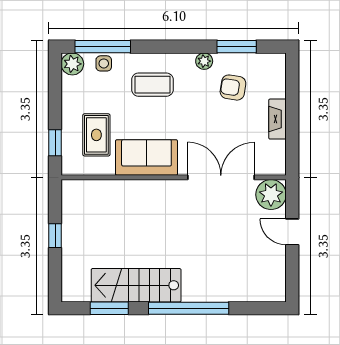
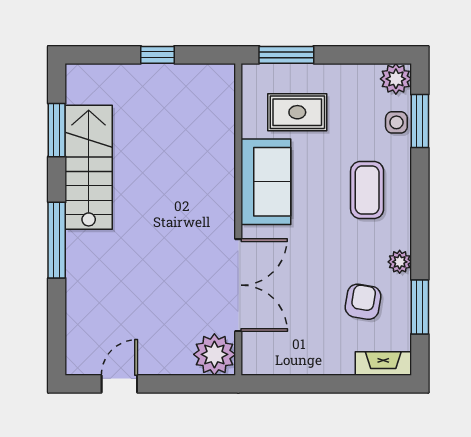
window: (103, 47) -> (420, 121), width x0.69
fireplace: (277, 119) -> (383, 363), moved
window: (55, 143) -> (286, 55), width x1.50
door: (292, 232) -> (119, 384), moved
window: (189, 308) -> (57, 240), width x0.68

